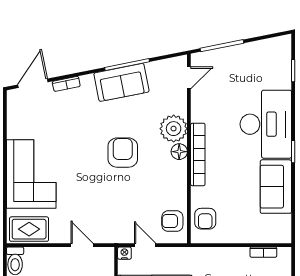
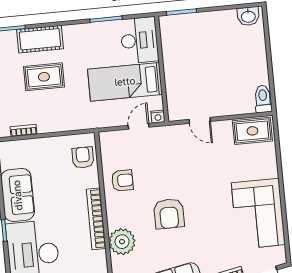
floor lamp: (179, 152) -> (114, 220), removed
corner sofa: (31, 174) -> (258, 214), moved
armchair: (172, 221) -> (122, 180), moved
door: (145, 245) -> (139, 126), swing flipped

